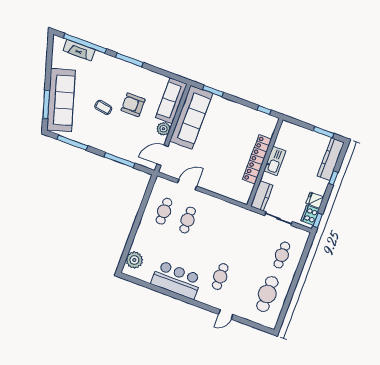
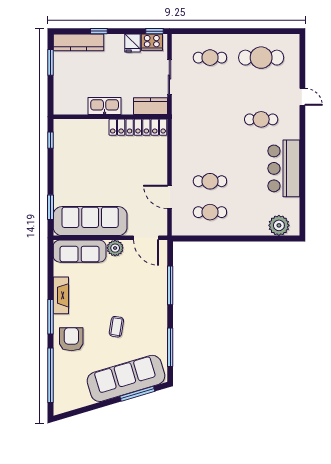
fireplace: (79, 50) -> (61, 295), moved
armchair: (133, 105) -> (71, 339), moved, turned 180
locker: (257, 159) -> (138, 127), moved

